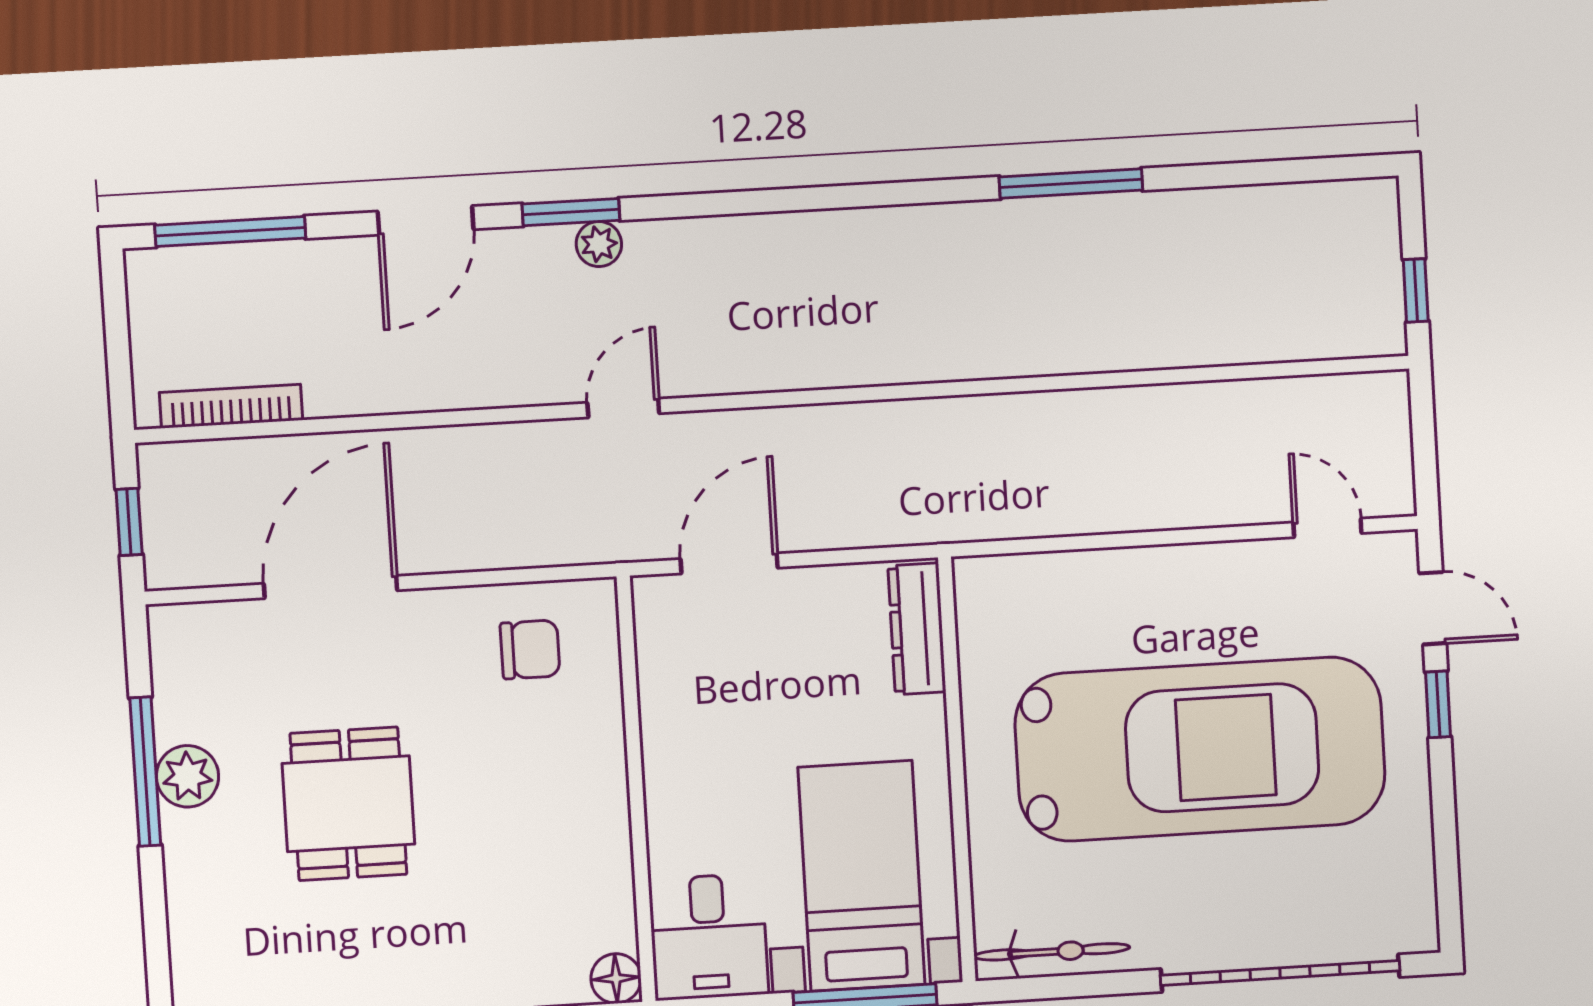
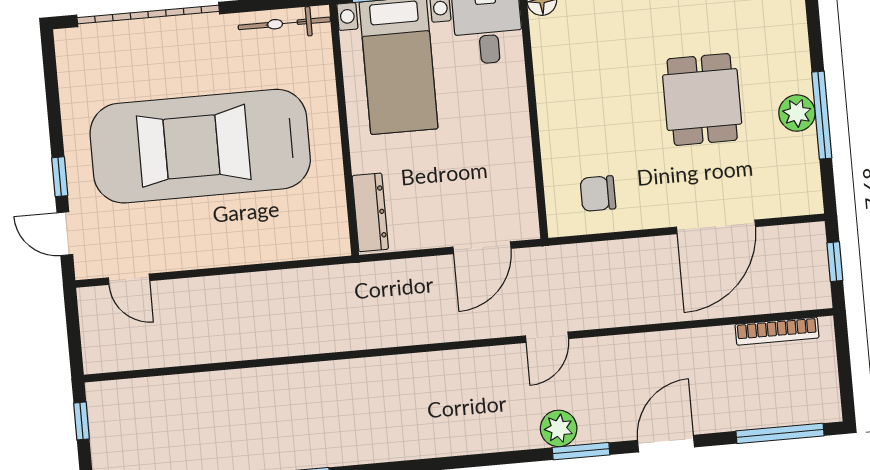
plant: (599, 244) -> (559, 428), width x1.38, depth x1.38

